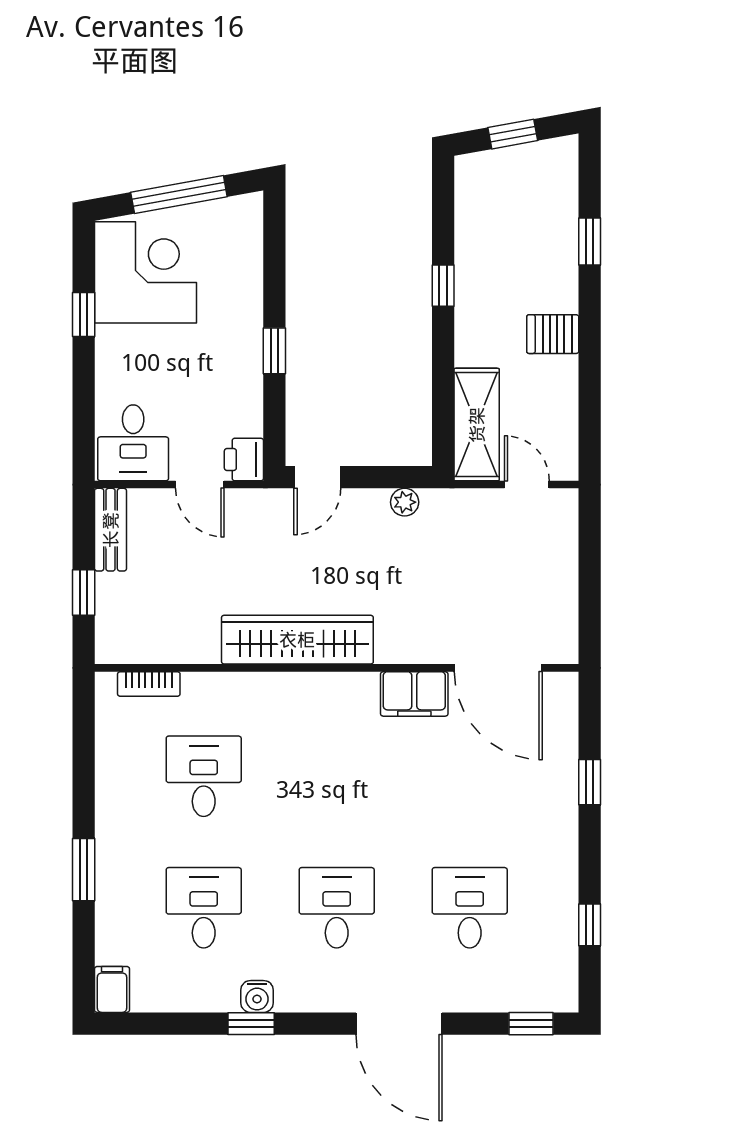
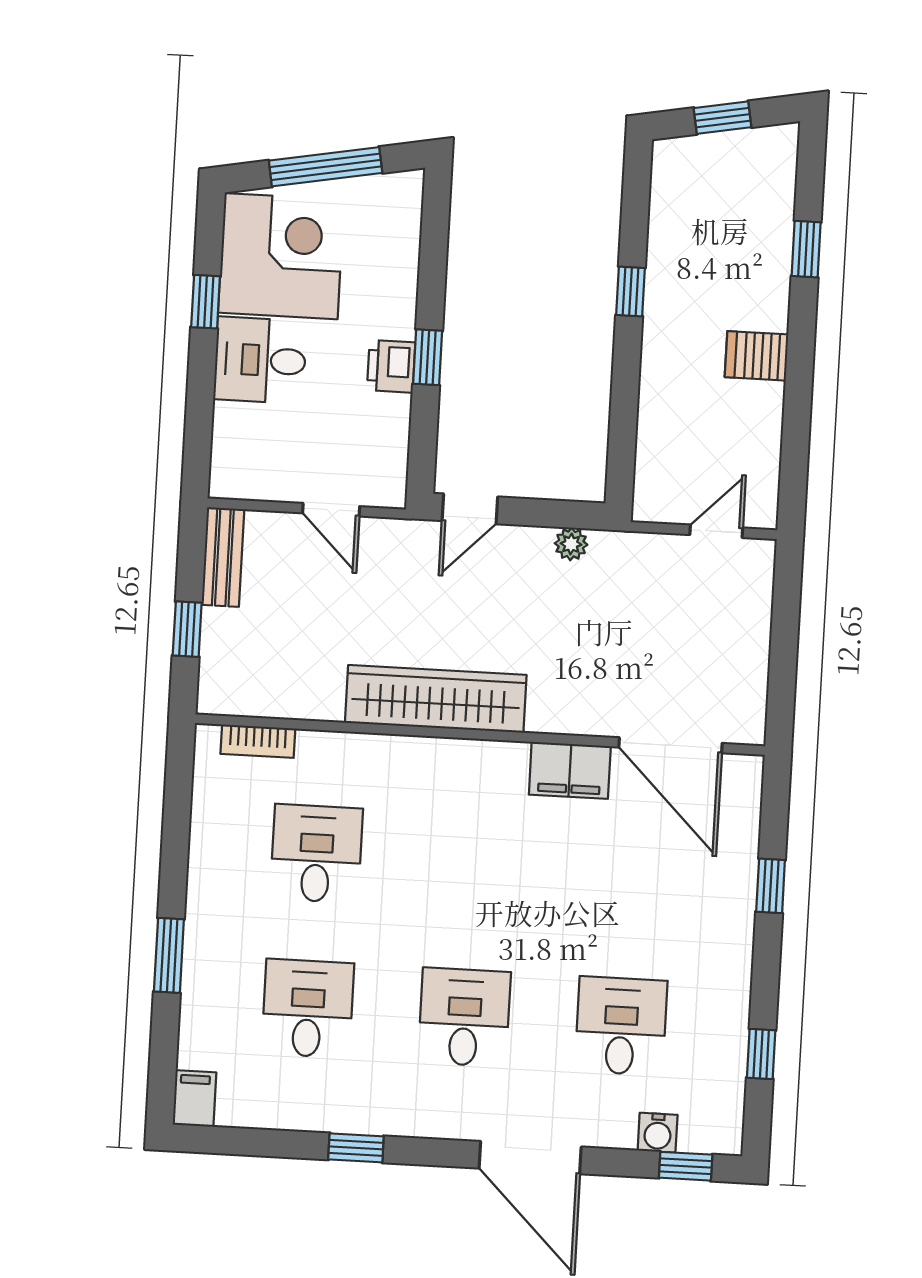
shelving: (477, 425) -> (661, 457), removed
desk: (133, 443) -> (260, 360), moved, turned 90
printer: (244, 460) -> (391, 366), moved
door: (527, 485) -> (716, 531), hinge flipped
water cooler: (257, 996) -> (658, 1133), moved

